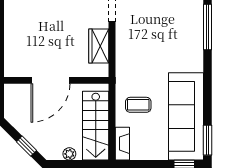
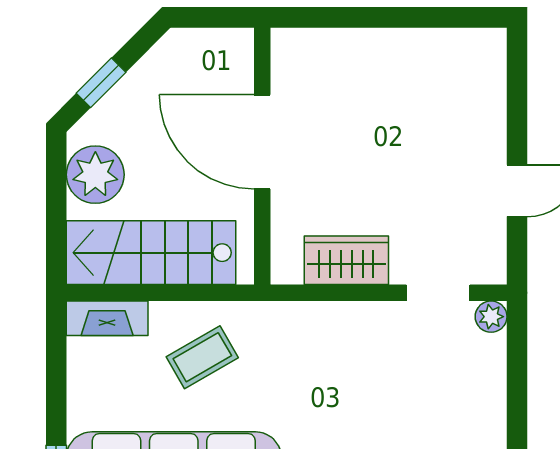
coffee table: (138, 105) -> (202, 357), turned 60
plant: (69, 154) -> (95, 175), width x1.88, depth x1.88

